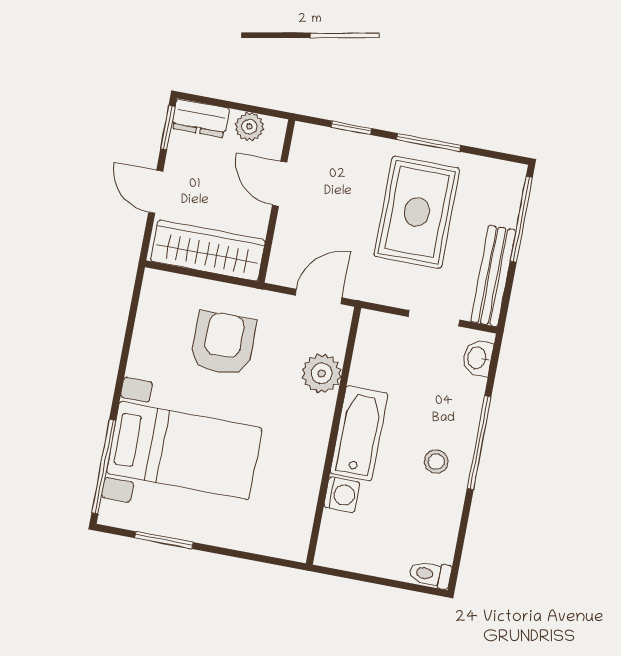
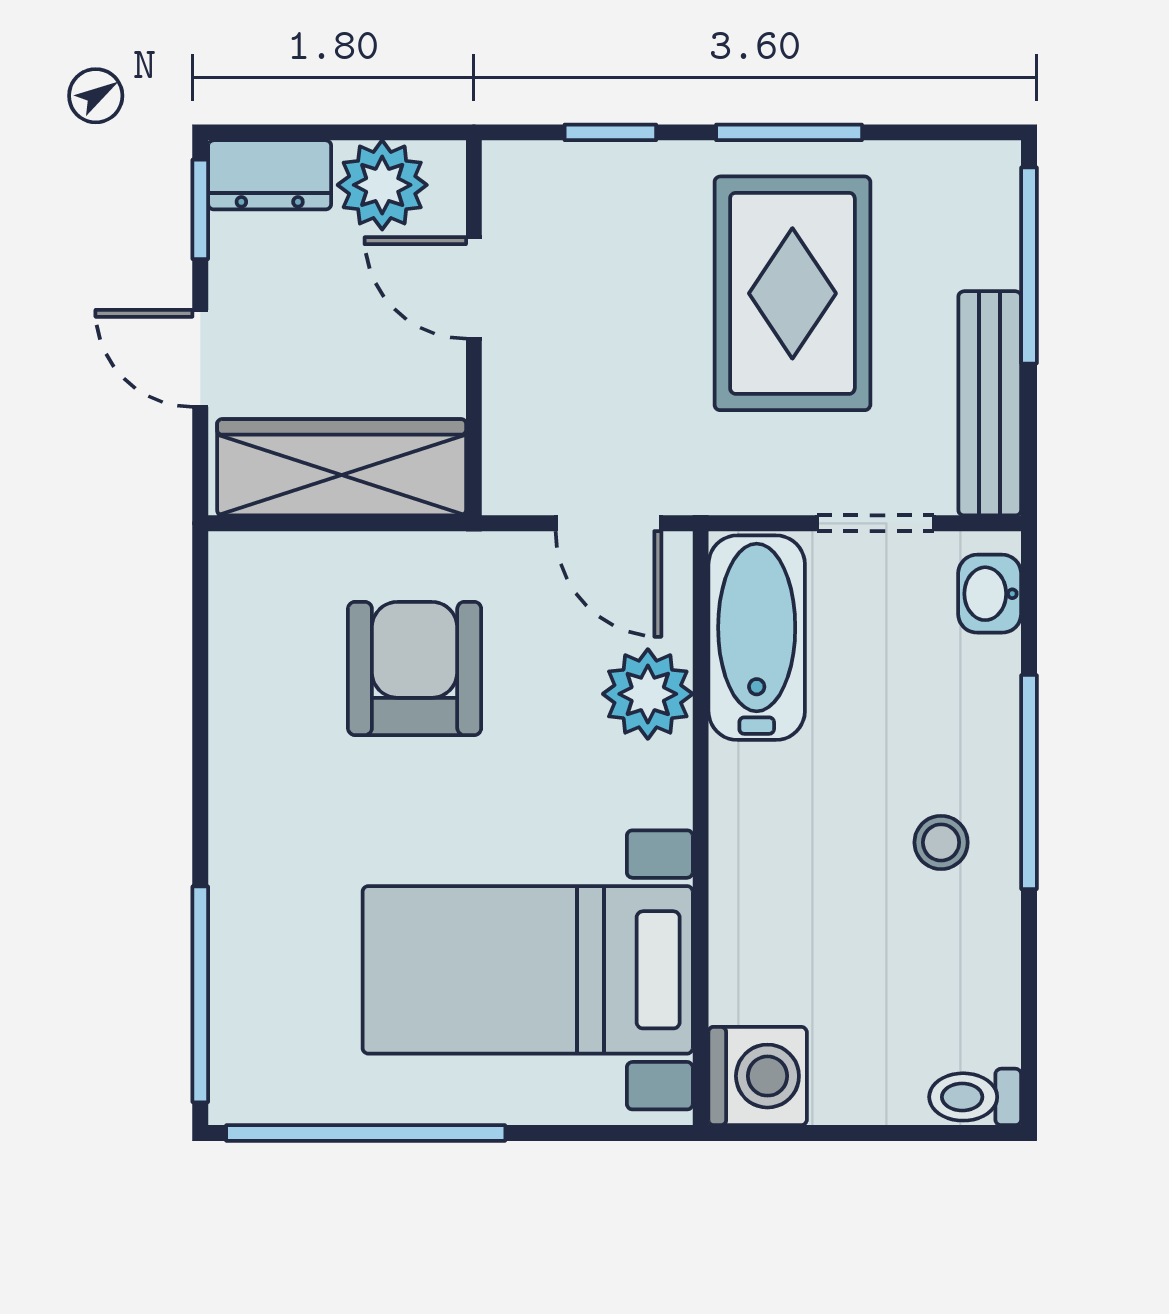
plant: (249, 127) -> (382, 185), width x1.38, depth x1.38
door: (319, 296) -> (608, 523), swing flipped
bathtub: (359, 433) -> (757, 638), moved
bed with nightstands: (184, 451) -> (528, 970), moved, turned 180
washing machine: (342, 495) -> (758, 1076), moved, width x1.38, depth x1.38
window: (164, 540) -> (366, 1133), width x2.11

